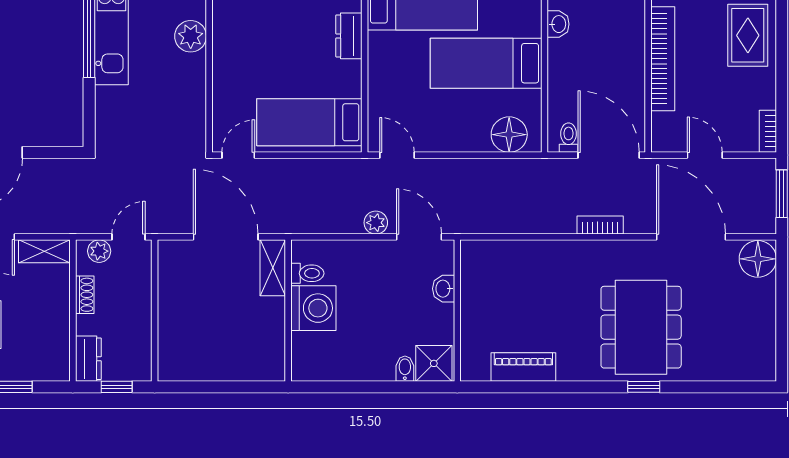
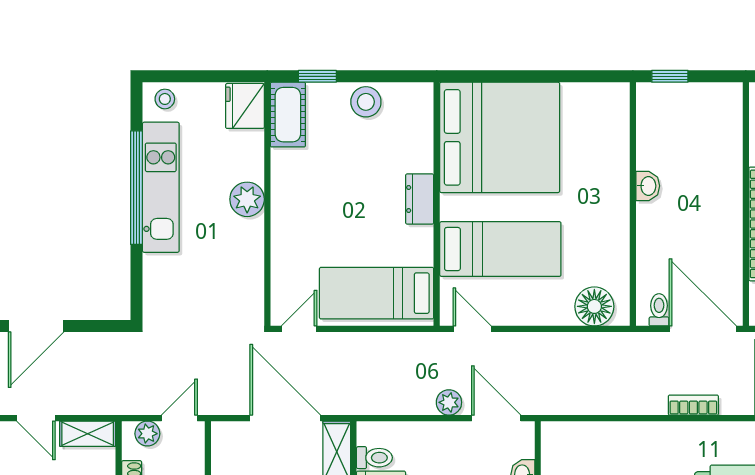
bed: (486, 63) -> (500, 249), moved, turned 180

